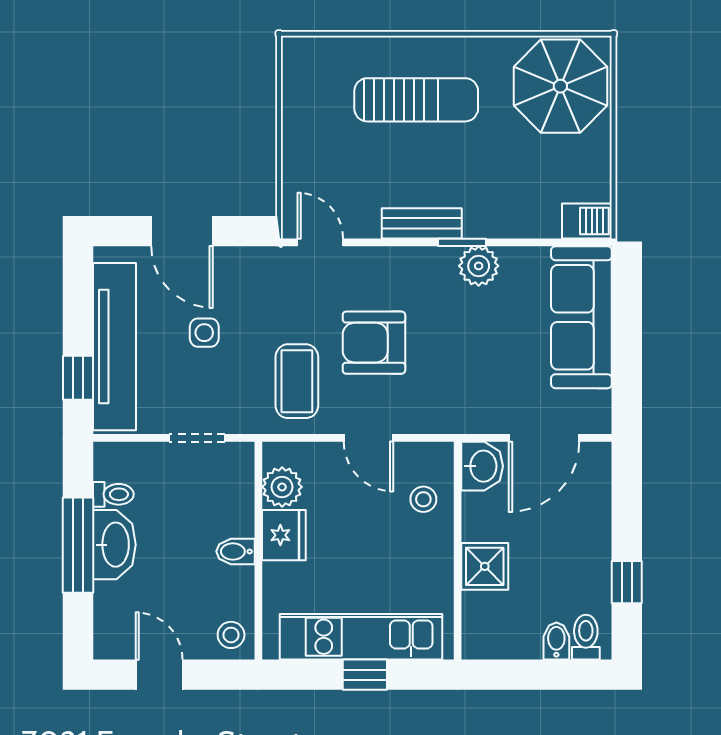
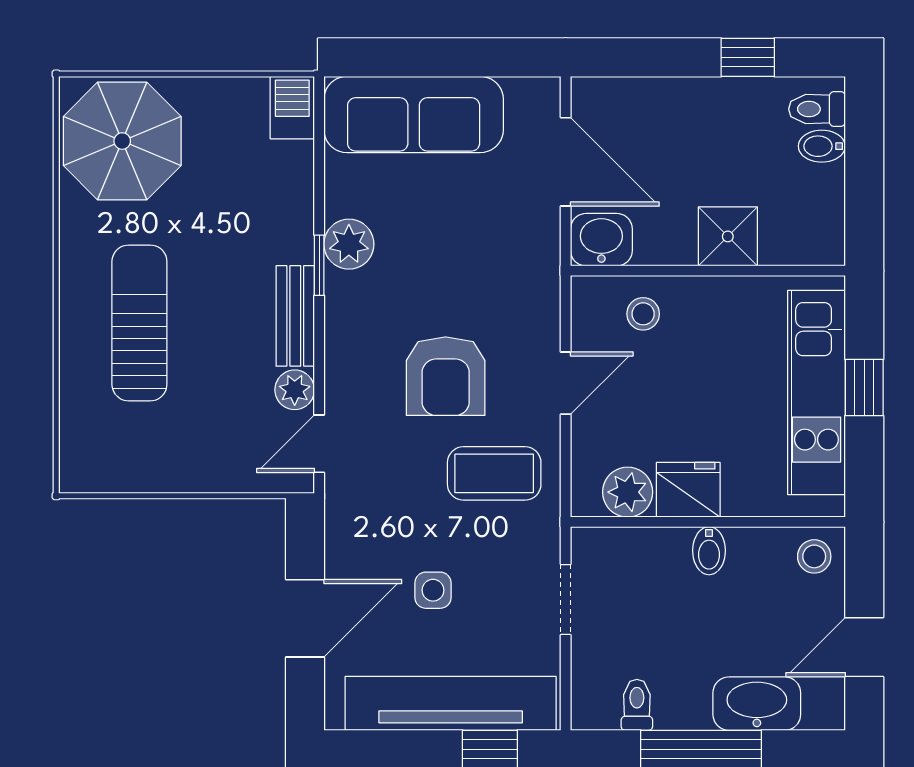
plant: (363, 223) -> (295, 390), added
washbasin: (114, 545) -> (757, 704), moved

